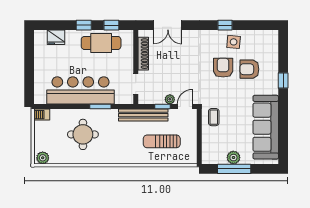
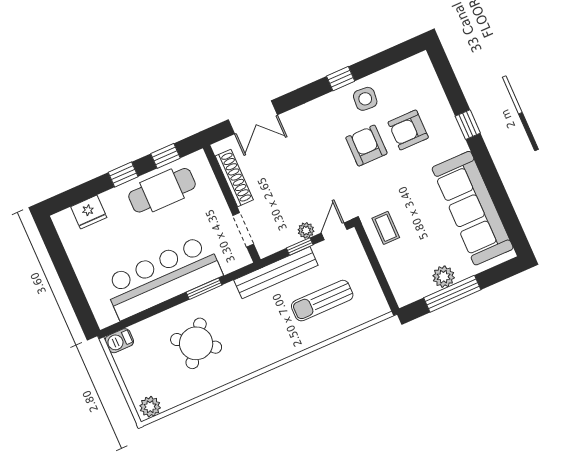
round table: (83, 134) -> (196, 343), turned 35

